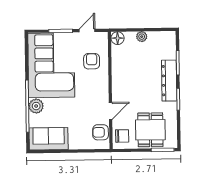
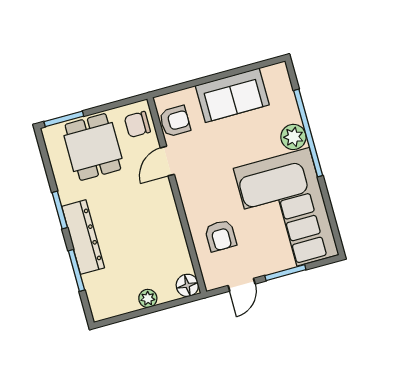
sofa: (49, 139) -> (232, 95), moved

